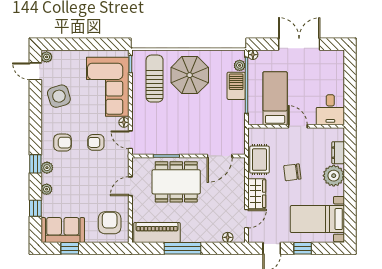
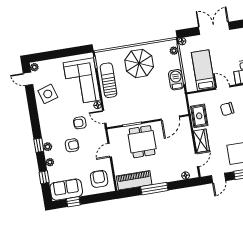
sun lounger: (155, 79) -> (109, 80), moved
barbecue: (236, 86) -> (176, 80), moved
armchair: (63, 143) -> (72, 145), moved
chair: (292, 172) -> (227, 109), moved
dining table: (176, 182) -> (142, 142), width x0.73

